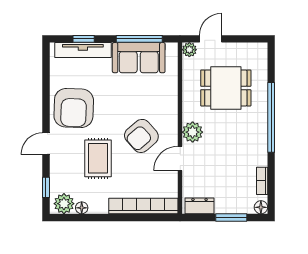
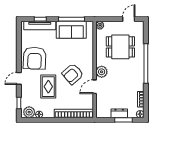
door: (211, 39) -> (129, 19), moved
dresser: (200, 206) -> (119, 113), moved

